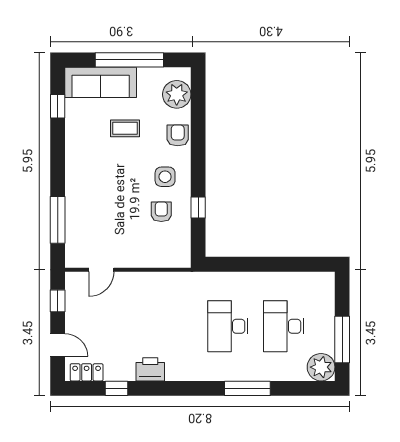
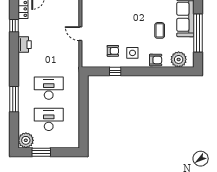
door: (101, 270) -> (80, 34), moved
window: (342, 340) -> (41, 152), width x0.69

